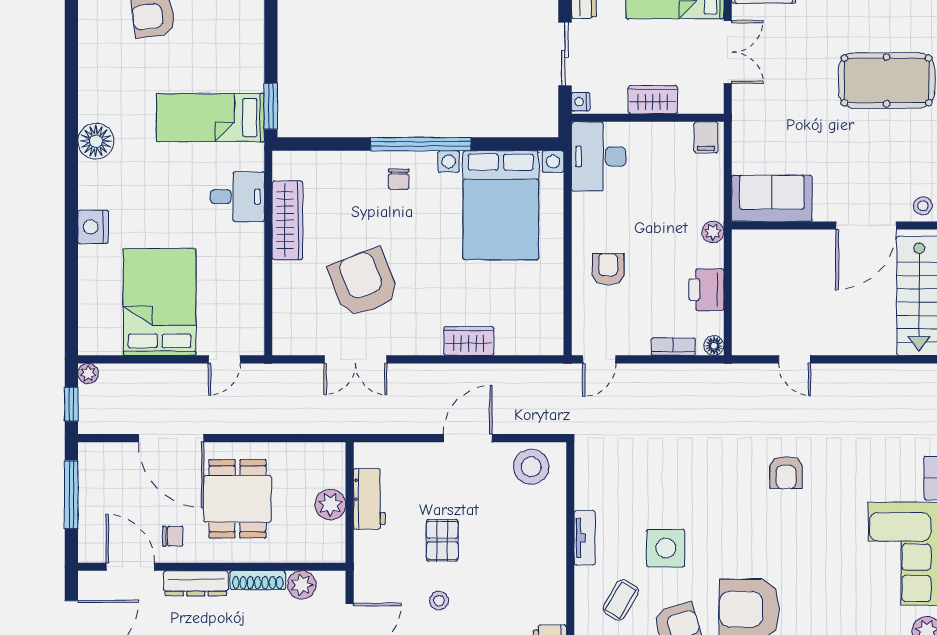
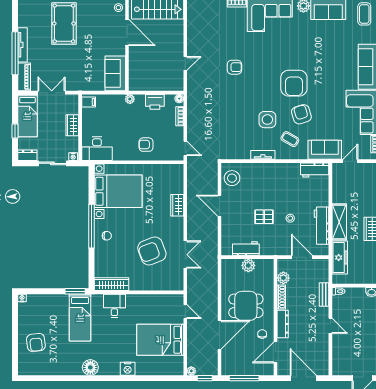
wardrobe: (287, 220) -> (112, 284), moved

